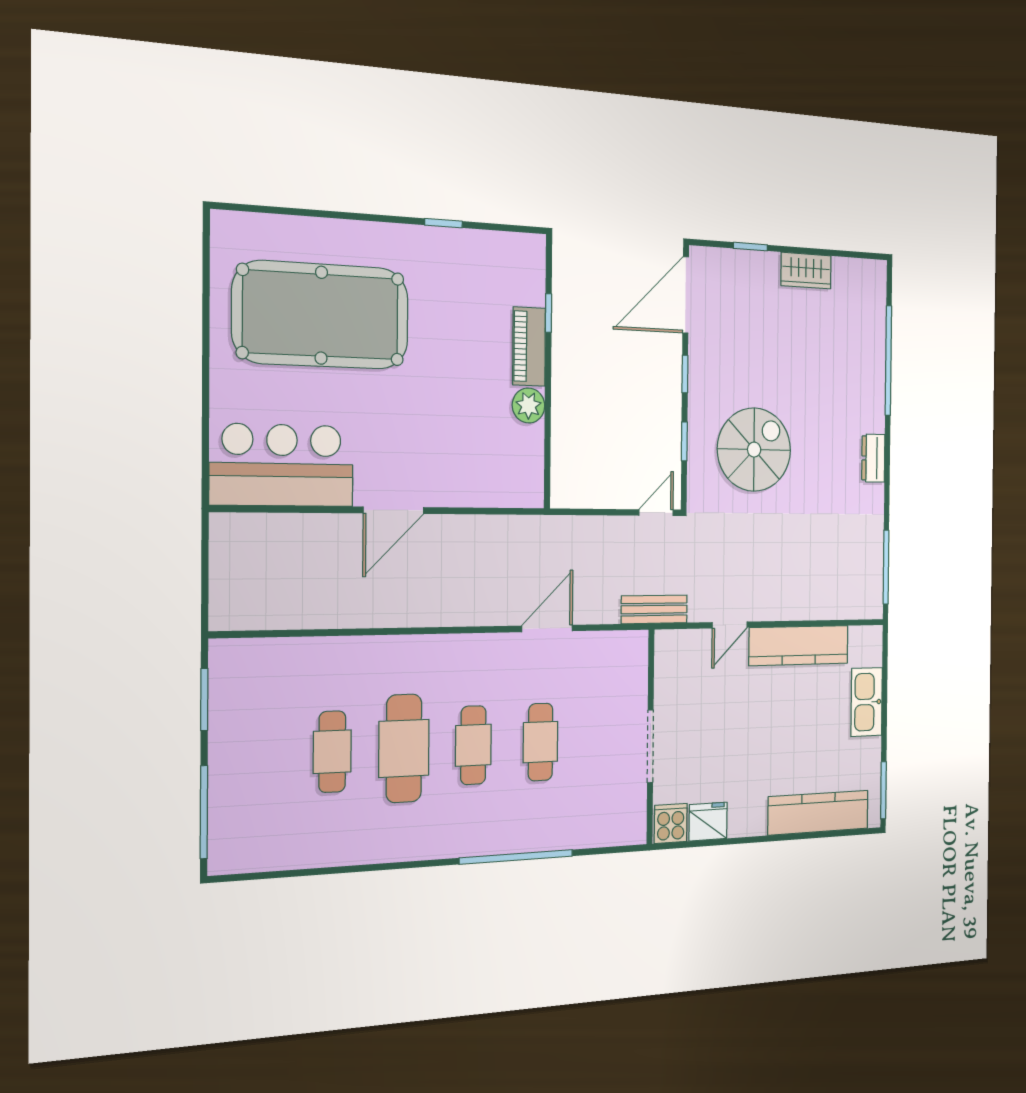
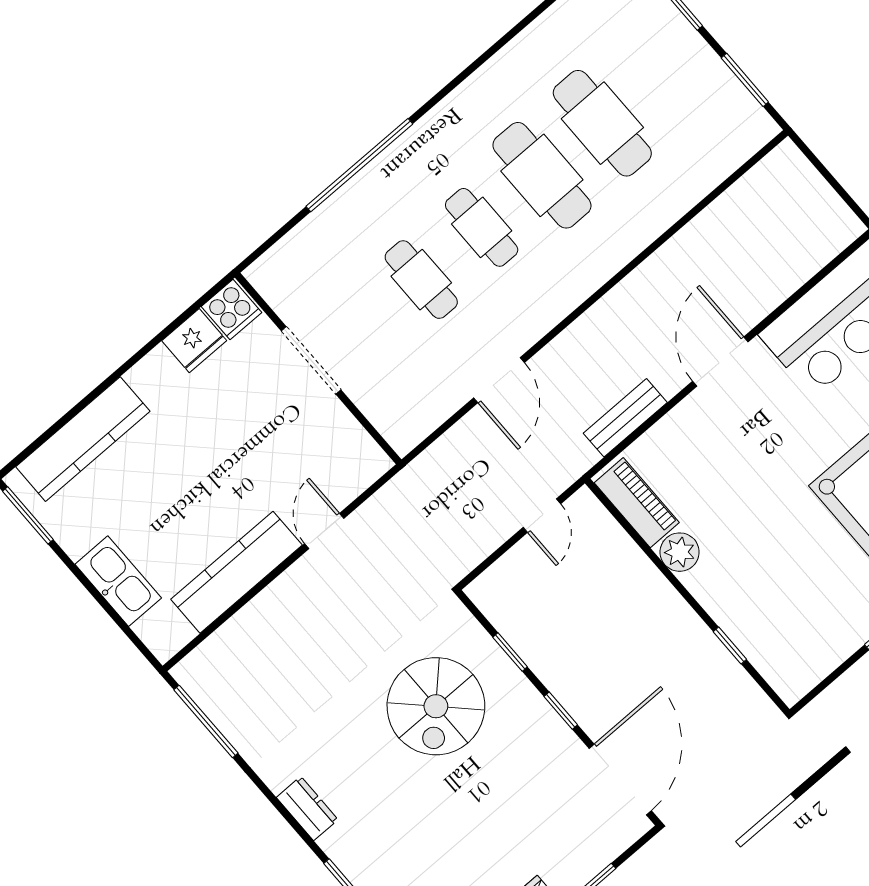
piano: (529, 346) -> (637, 503), moved
door: (656, 513) -> (542, 516), moved
bench: (654, 609) -> (625, 418), moved
cafe table: (332, 752) -> (602, 123), width x1.37, depth x1.35

